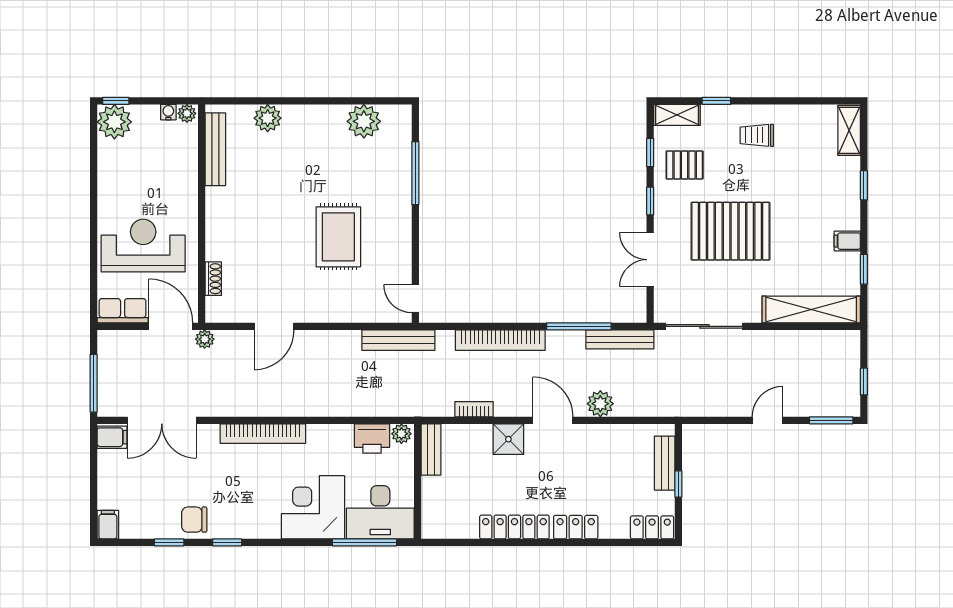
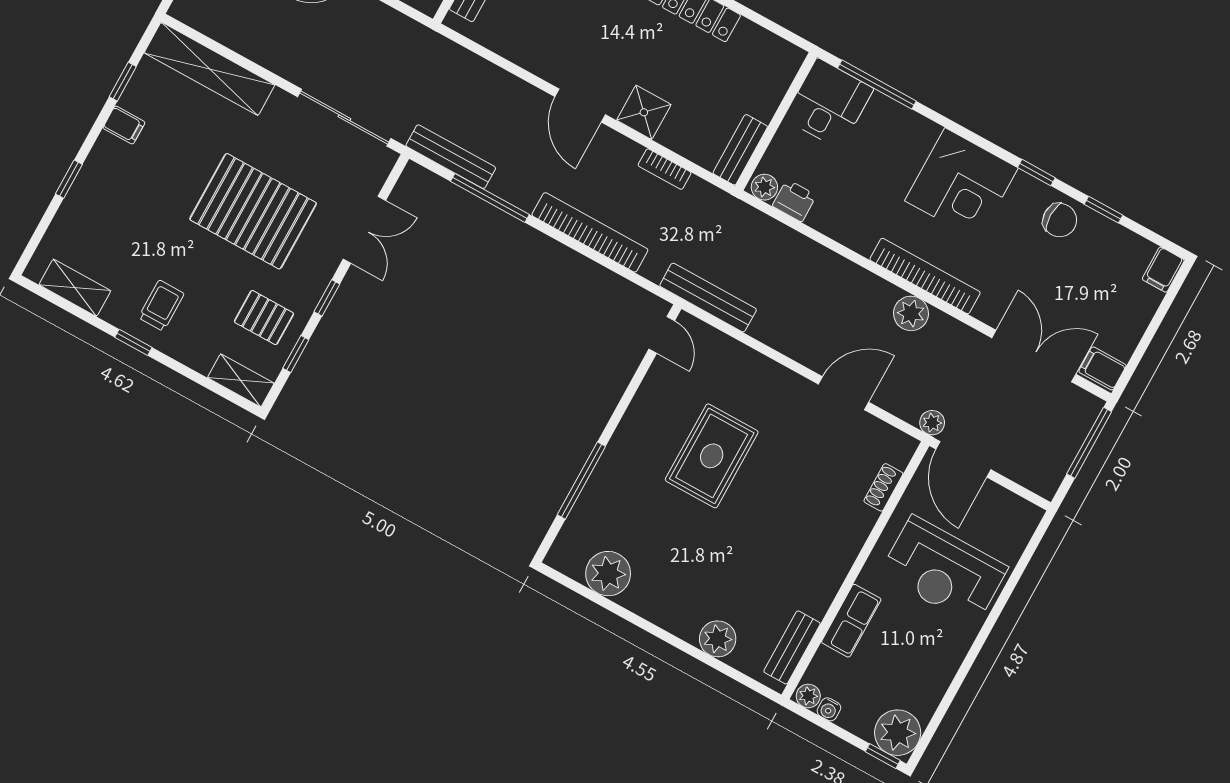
window: (716, 101) -> (133, 342), moved
shelving: (849, 130) -> (75, 288), moved, turned 90
trolley: (757, 135) -> (161, 306), turned -90
bench: (215, 149) -> (792, 647), width x0.73
row of seats: (123, 311) -> (851, 621), moved, turned -90
plant: (600, 404) -> (911, 313), moved
printer: (372, 438) -> (794, 201), width x0.73, depth x0.81
corner desk: (313, 507) -> (961, 184), moved
desk: (380, 512) -> (829, 104), width x0.73

